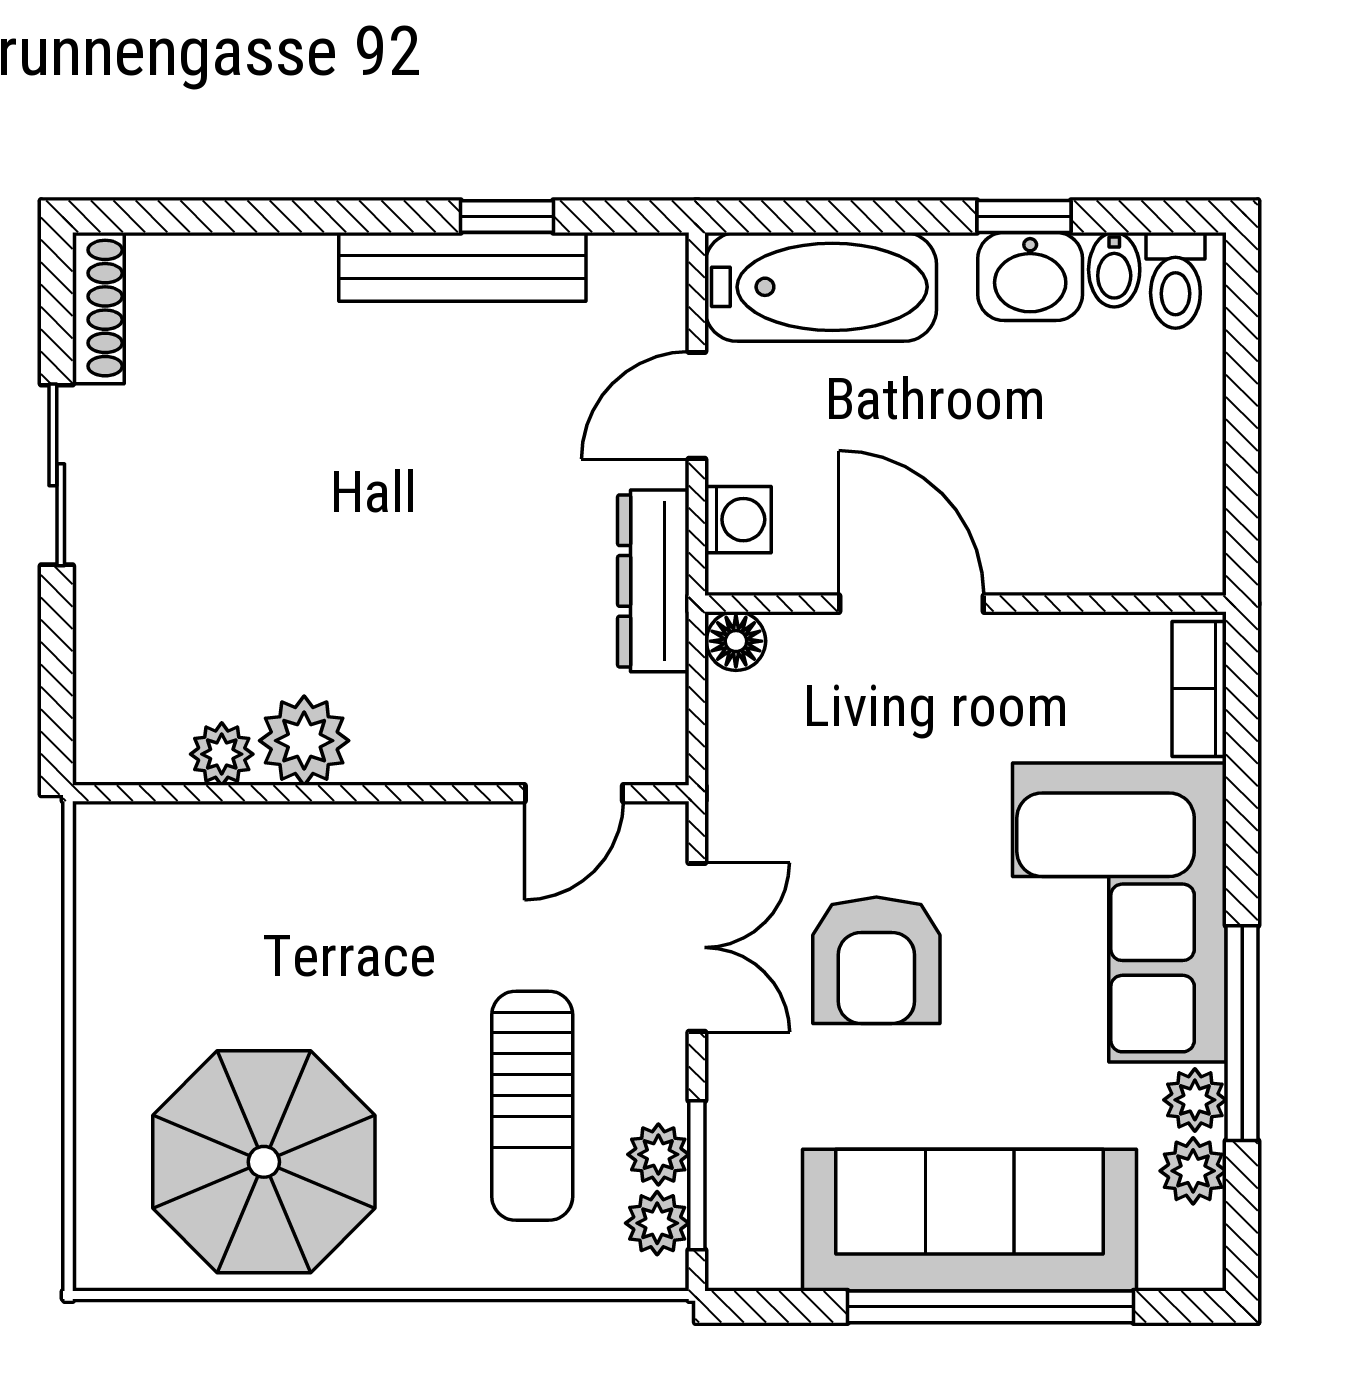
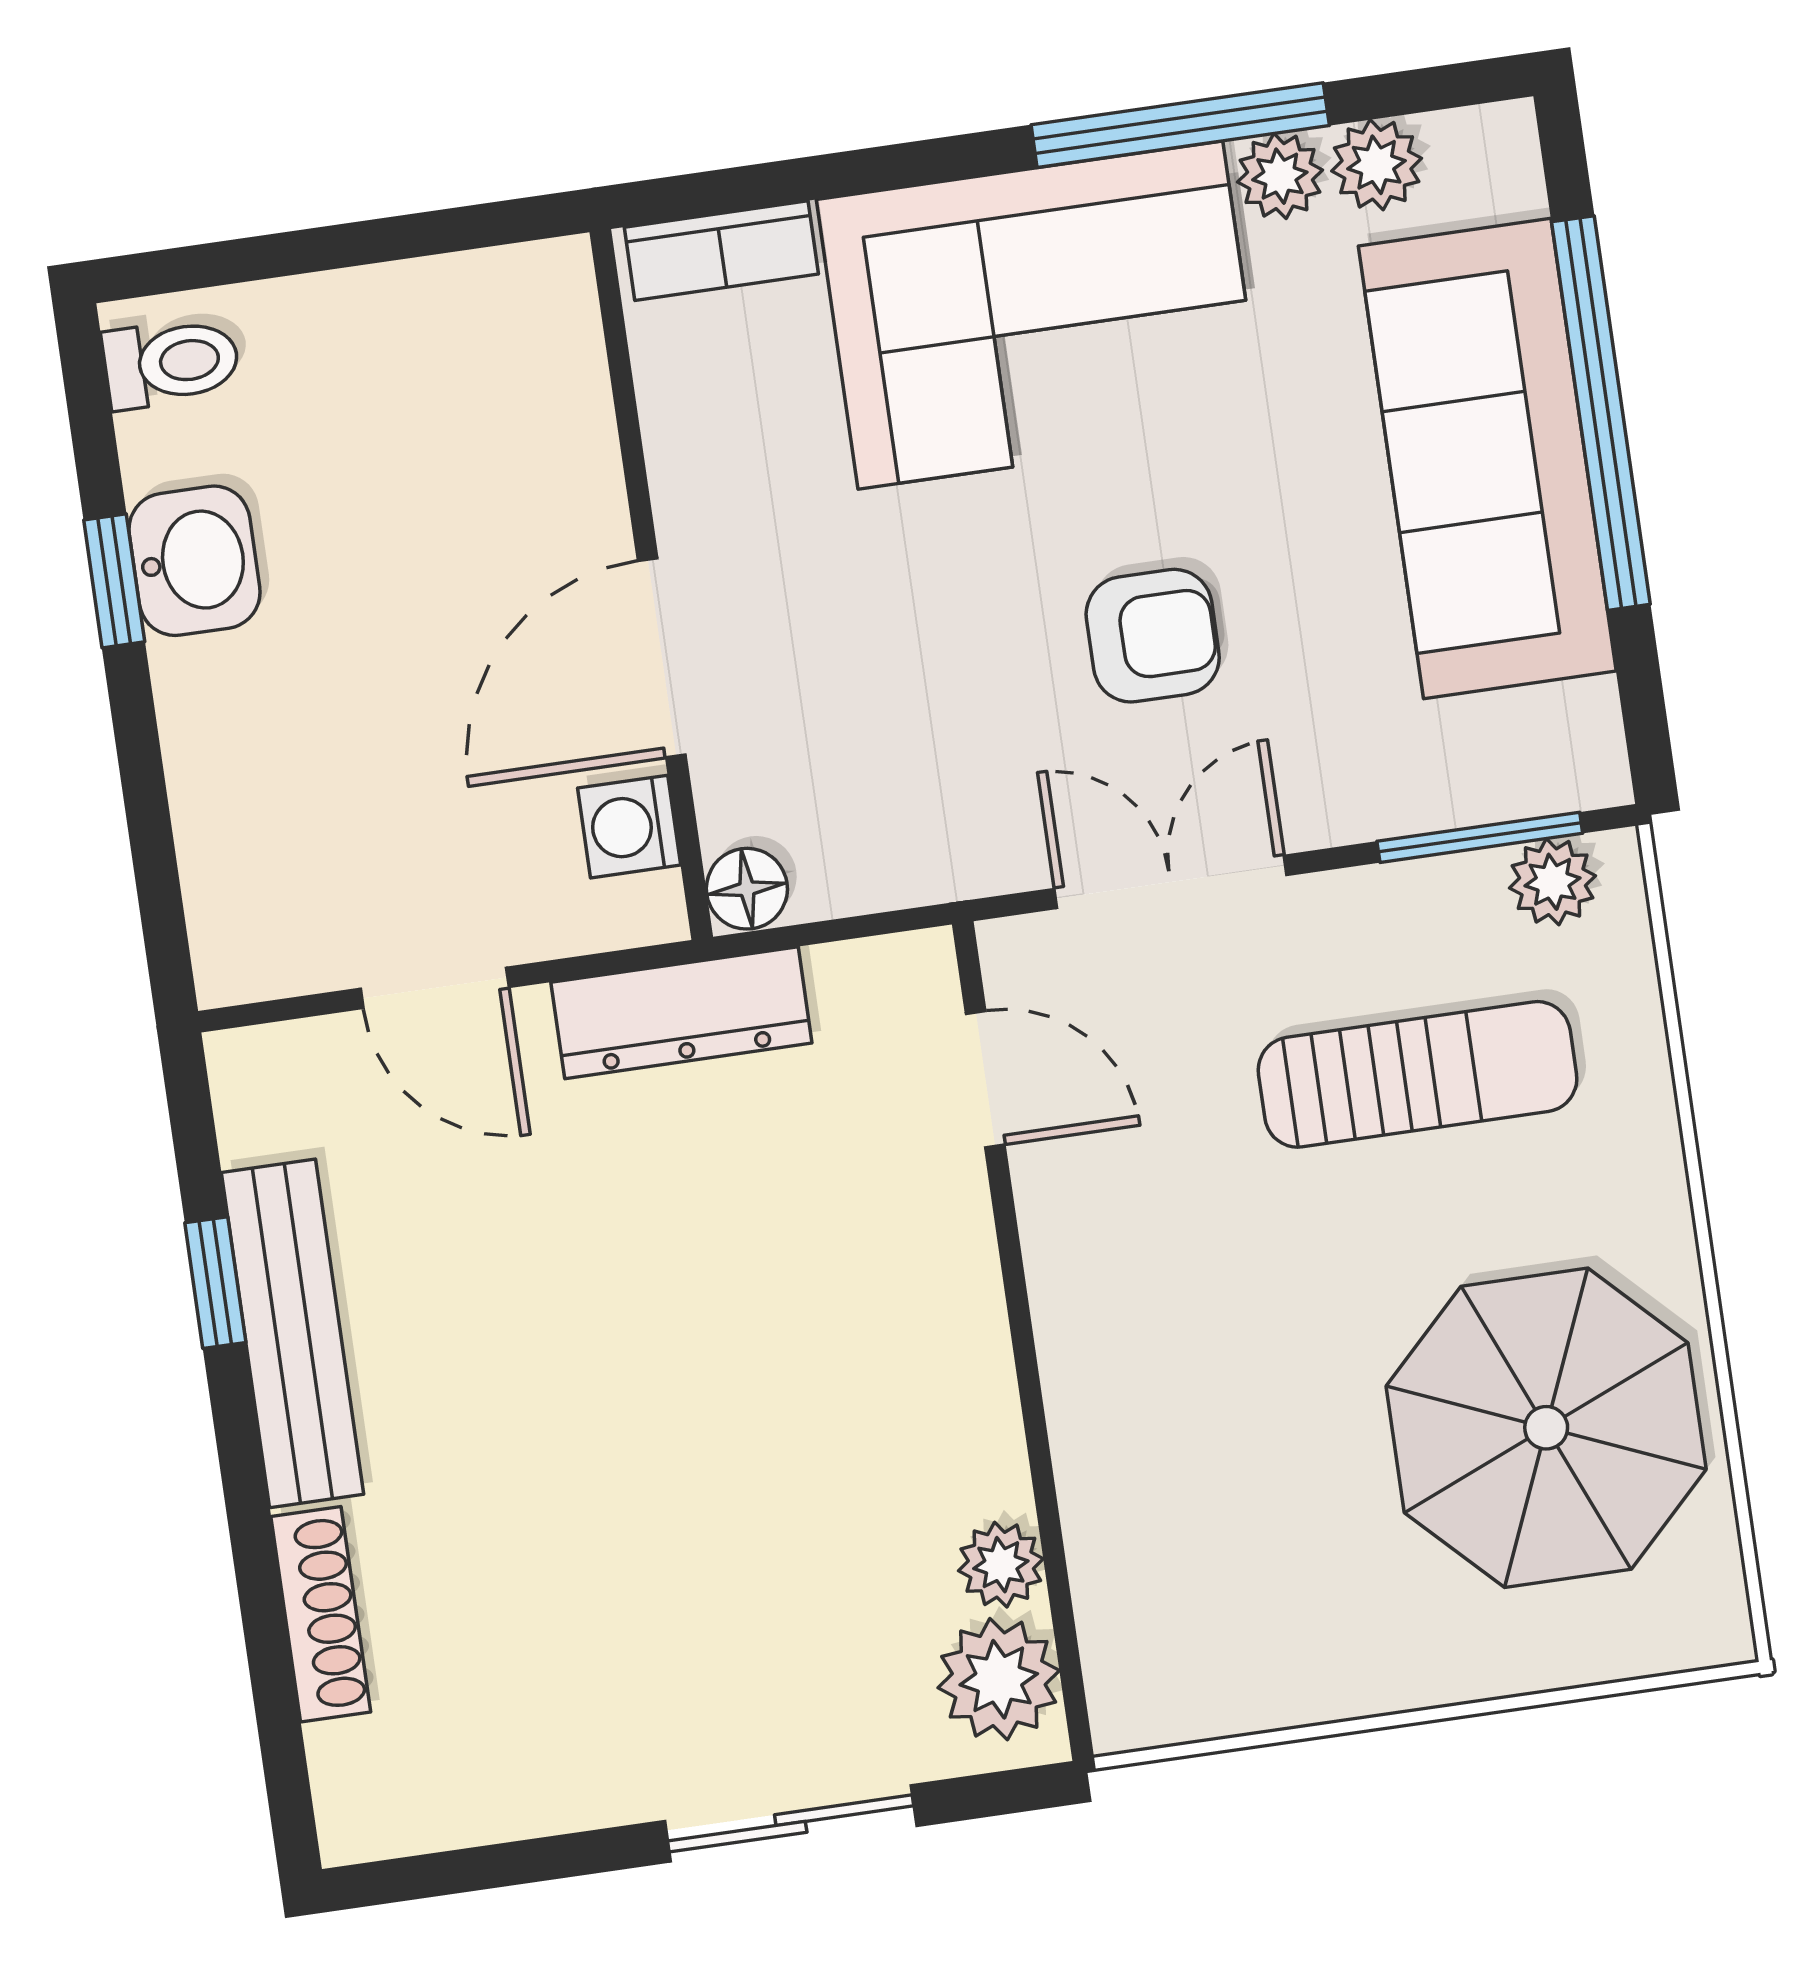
bidet: (1114, 270) -> (169, 448), removed
bathtub: (821, 287) -> (250, 843), removed
shoe rack: (98, 308) -> (321, 1614), moved, turned 90
sliding door: (57, 475) -> (791, 1823), moved
washing machine: (738, 520) -> (629, 827), moved, turned -90
plant: (304, 741) -> (999, 1679), moved
armchair: (876, 960) -> (1153, 636), width x0.72, depth x0.72
plant: (658, 1154) -> (1459, 894), removed

